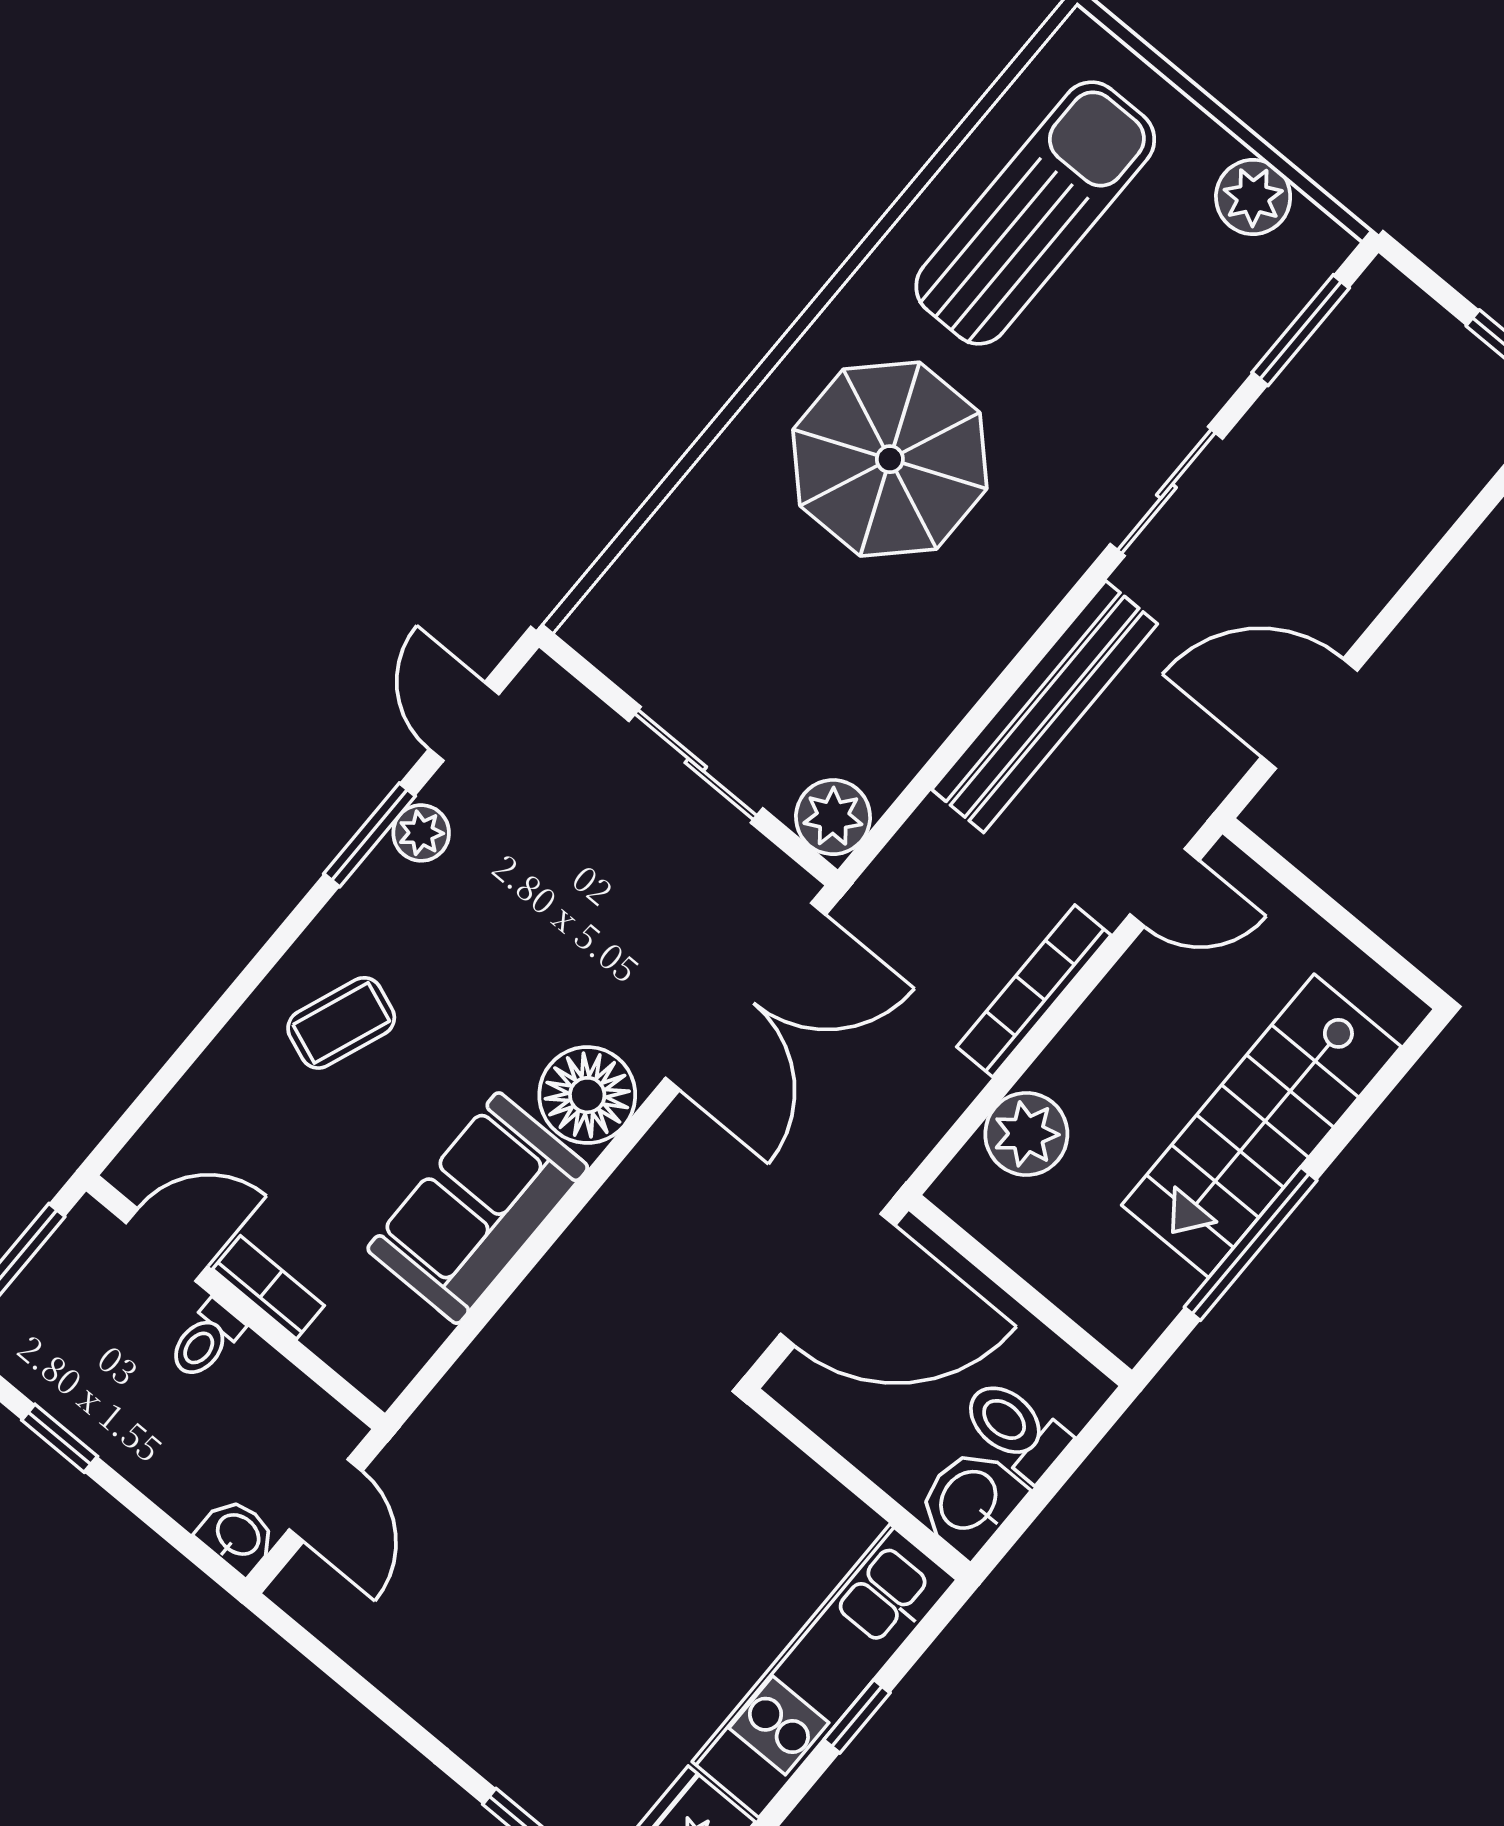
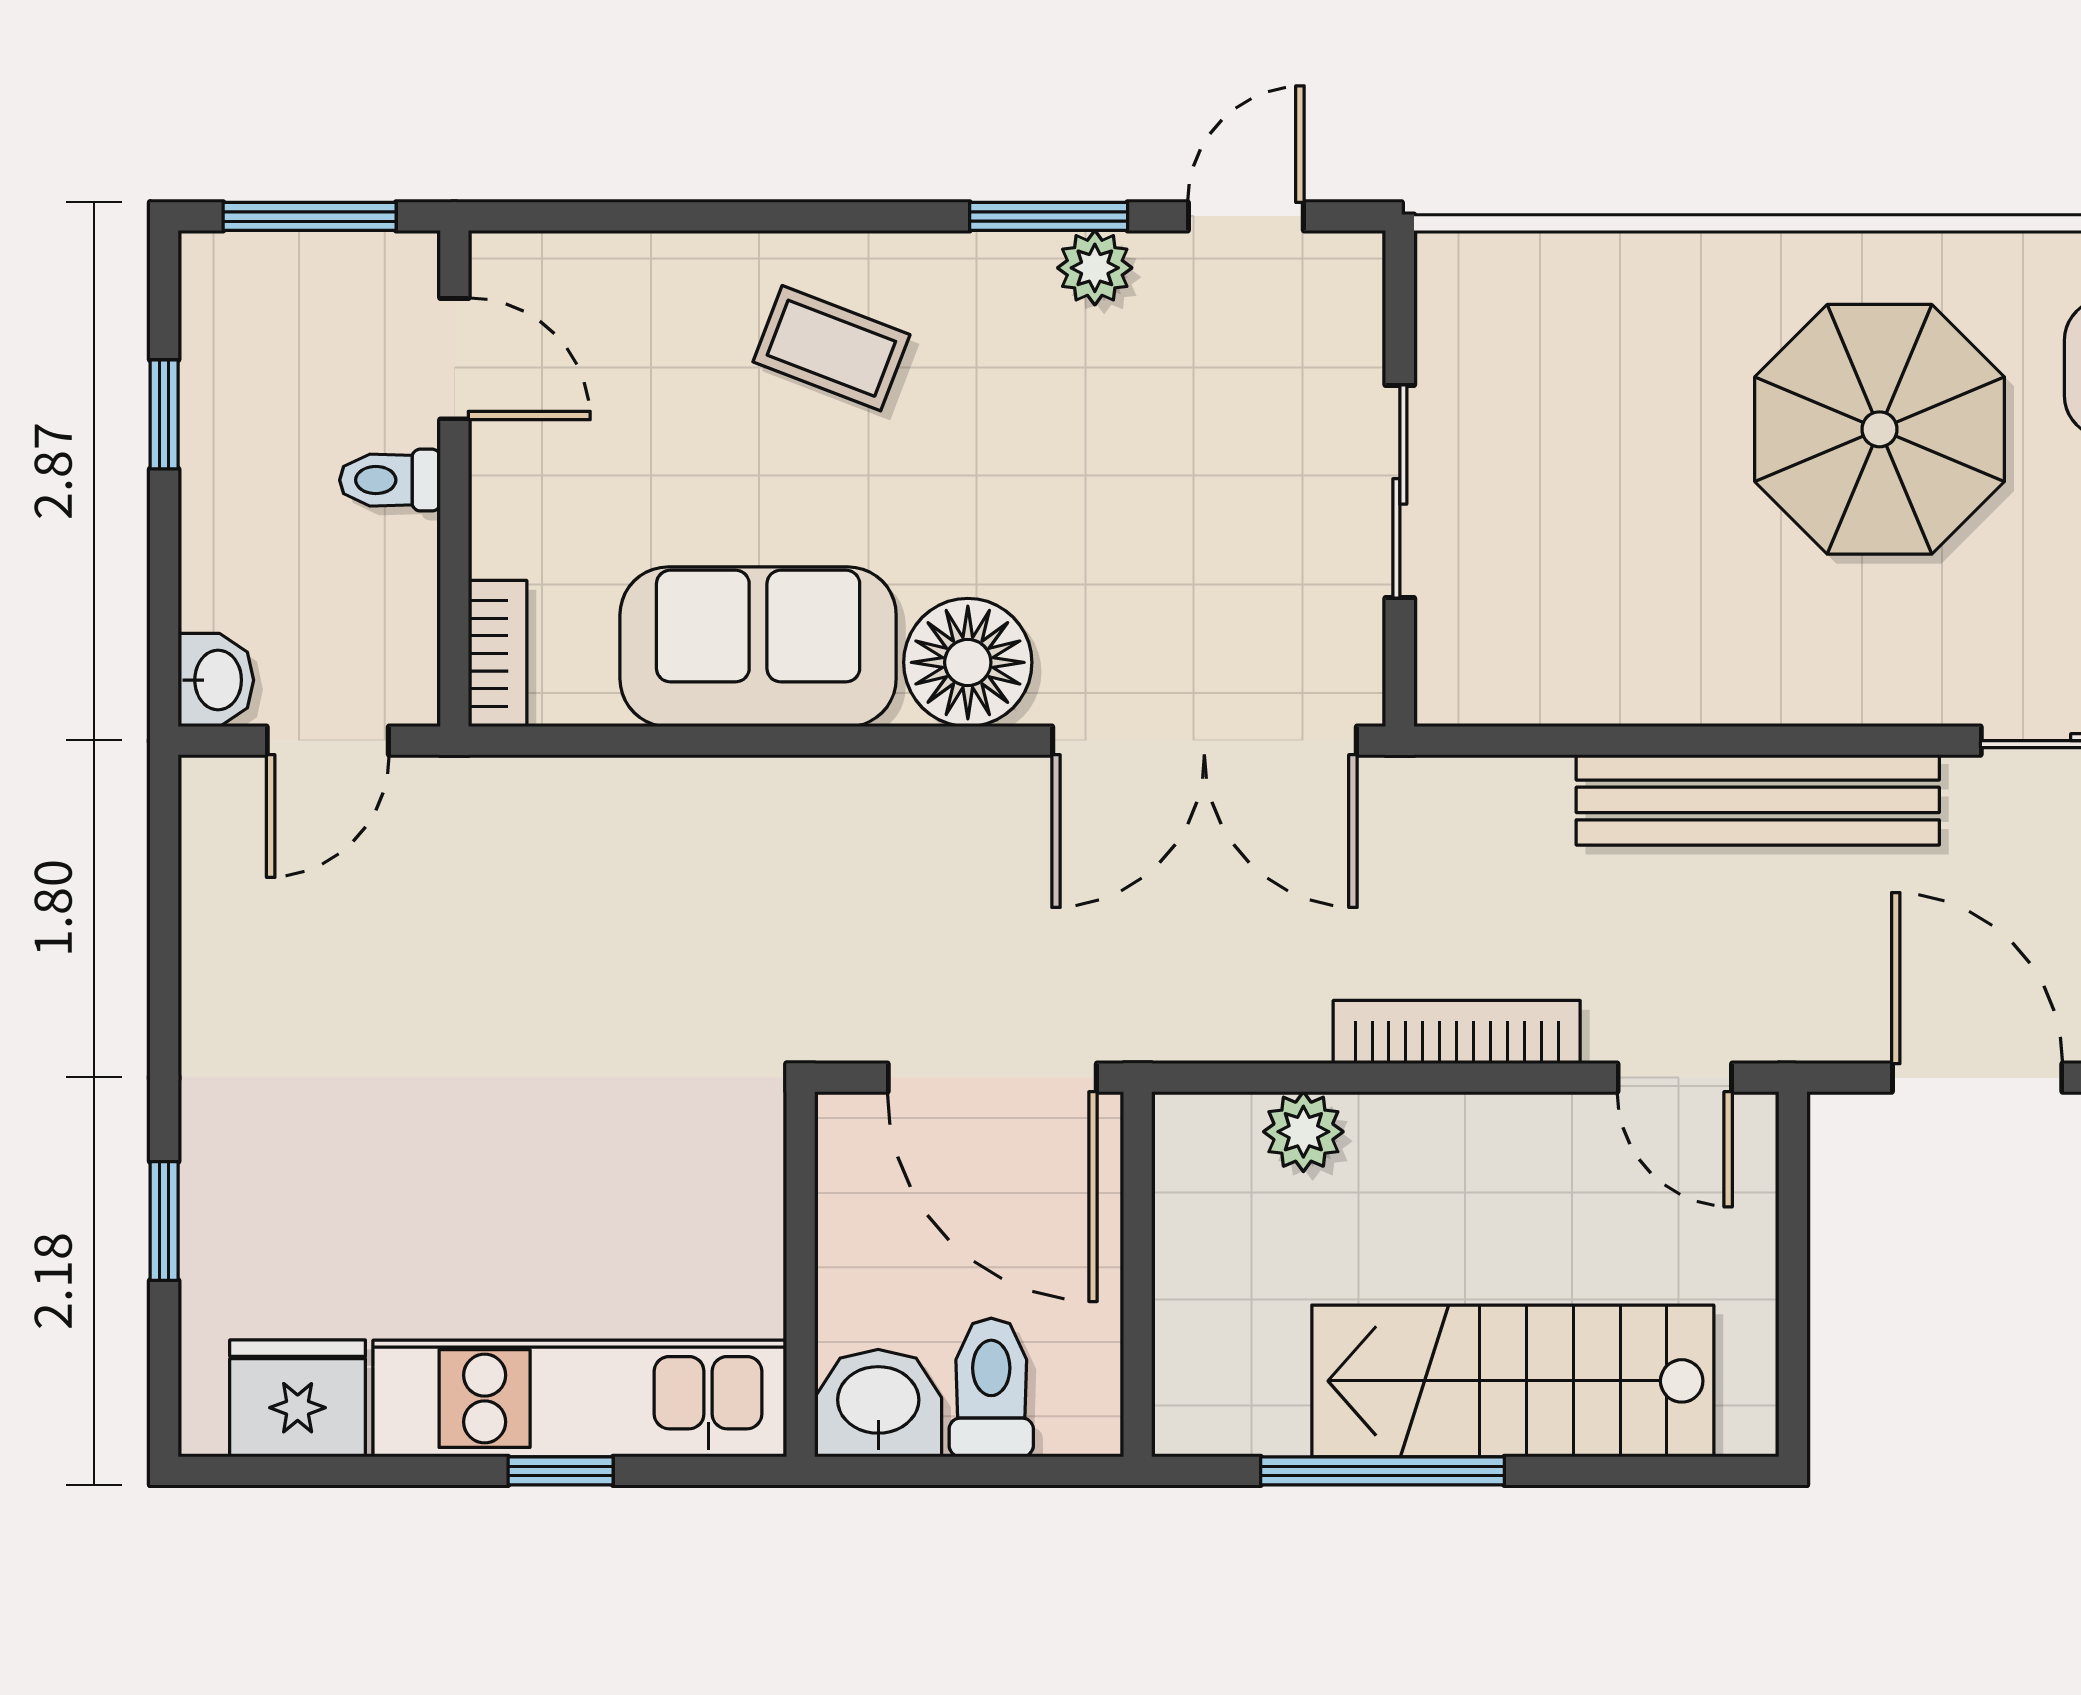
plant: (833, 817) -> (1463, 677), removed
plant: (1026, 1134) -> (1303, 1132), width x0.73, depth x0.73
bookcase: (268, 1287) -> (498, 654), moved

